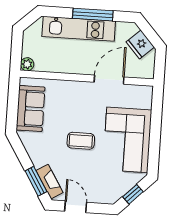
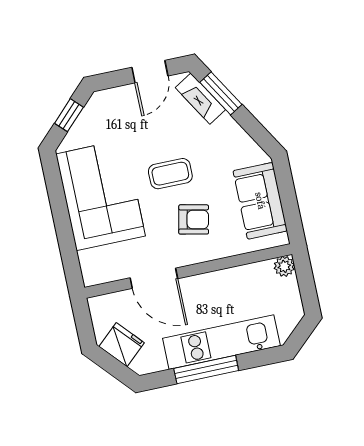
door: (109, 80) -> (154, 278), hinge flipped
armchair: (75, 109) -> (194, 219), added
door: (76, 207) -> (150, 72), hinge flipped

